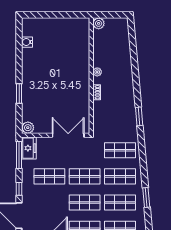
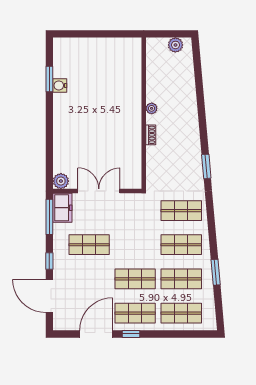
plant: (99, 23) -> (175, 45), moved
water cooler: (27, 42) -> (60, 85), moved
window: (19, 93) -> (49, 79), moved
double door: (68, 135) -> (99, 191), moved
shop shelf: (85, 176) -> (135, 245), removed

